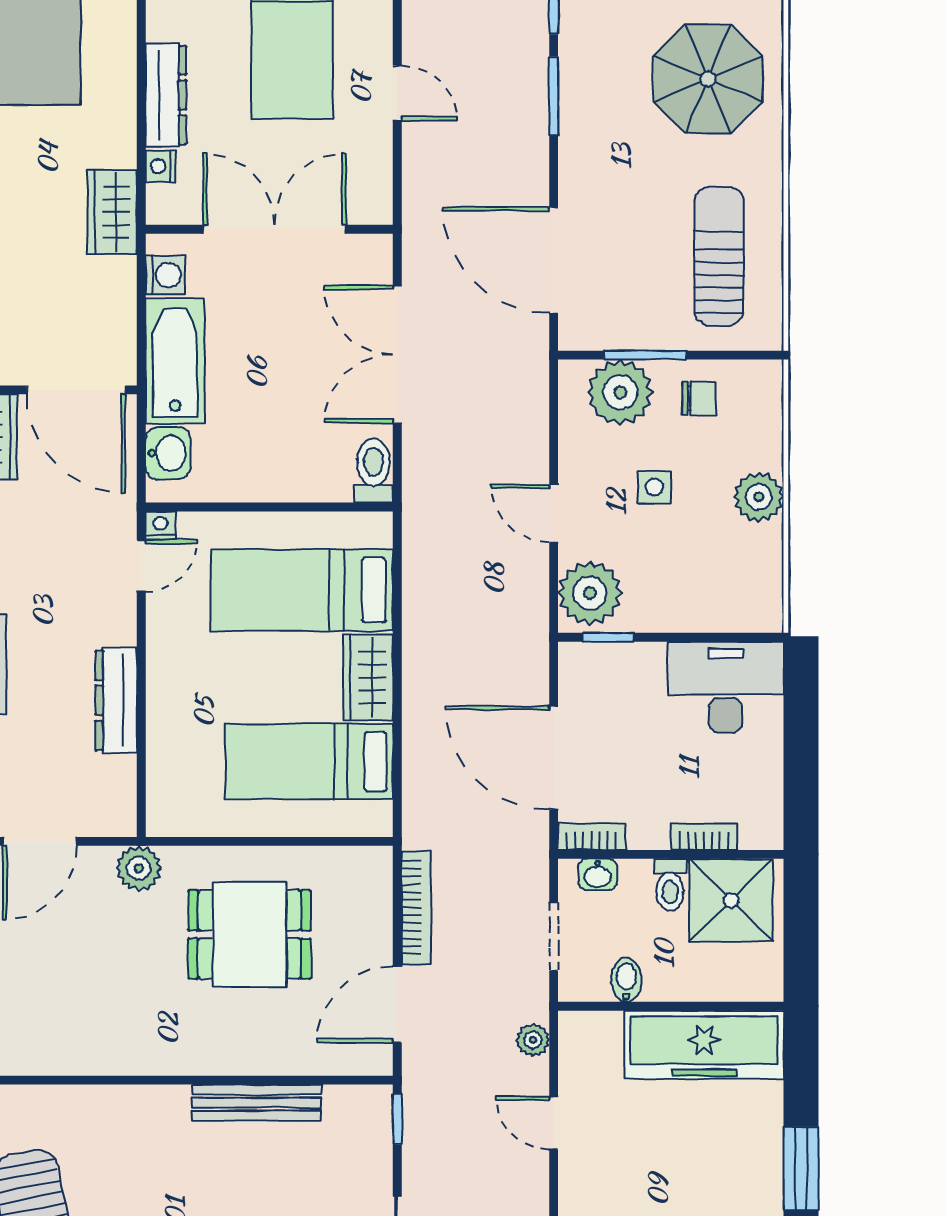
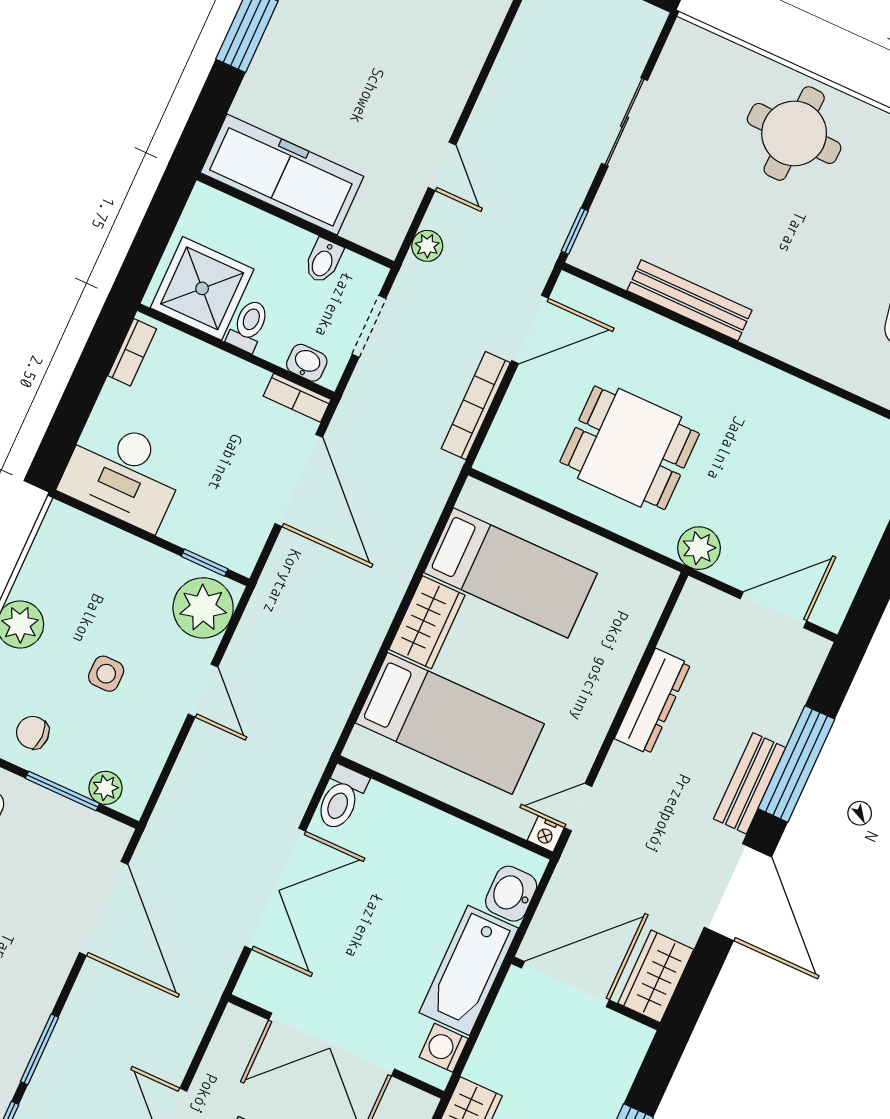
door: (76, 390) -> (565, 984), hinge flipped
plant: (620, 392) -> (105, 788), width x0.53, depth x0.53
bookcase: (704, 837) -> (132, 352), moved, turned -90

